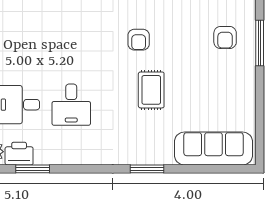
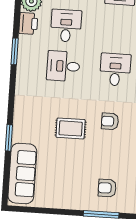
desk: (71, 37) -> (115, 70), added
window: (33, 169) -> (15, 51), moved
window: (147, 169) -> (9, 138), moved

